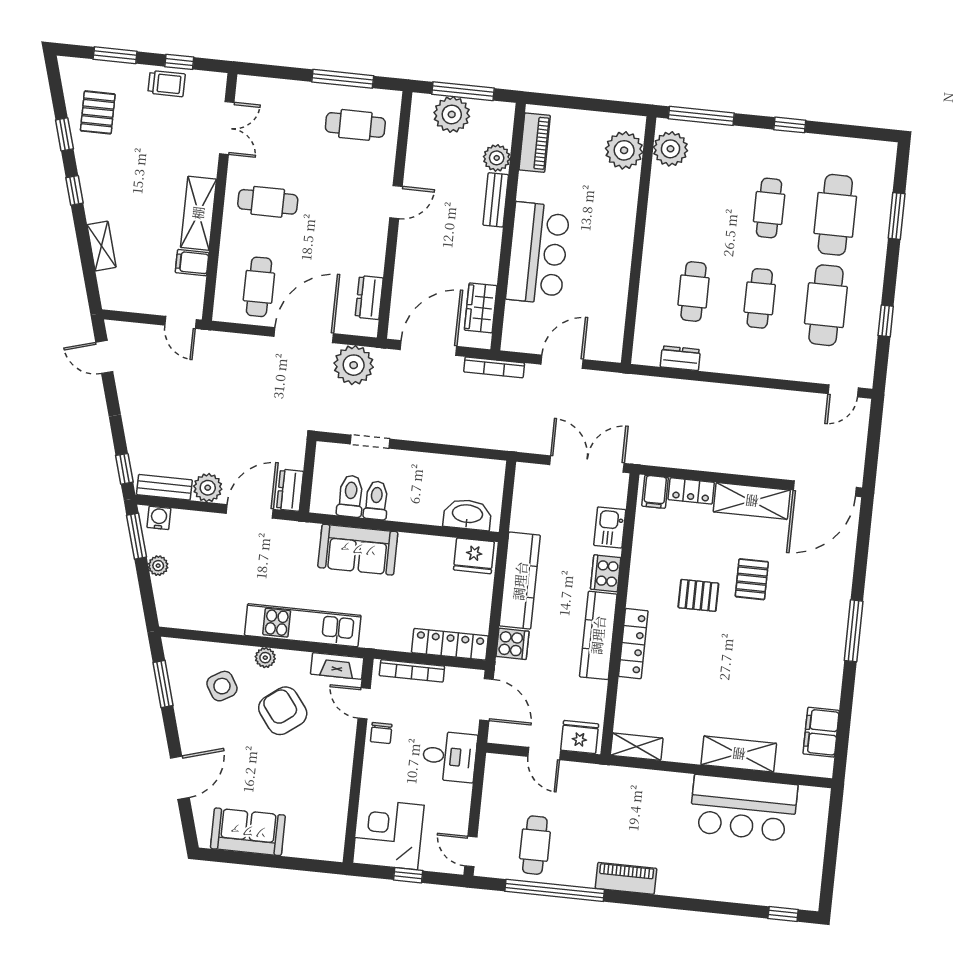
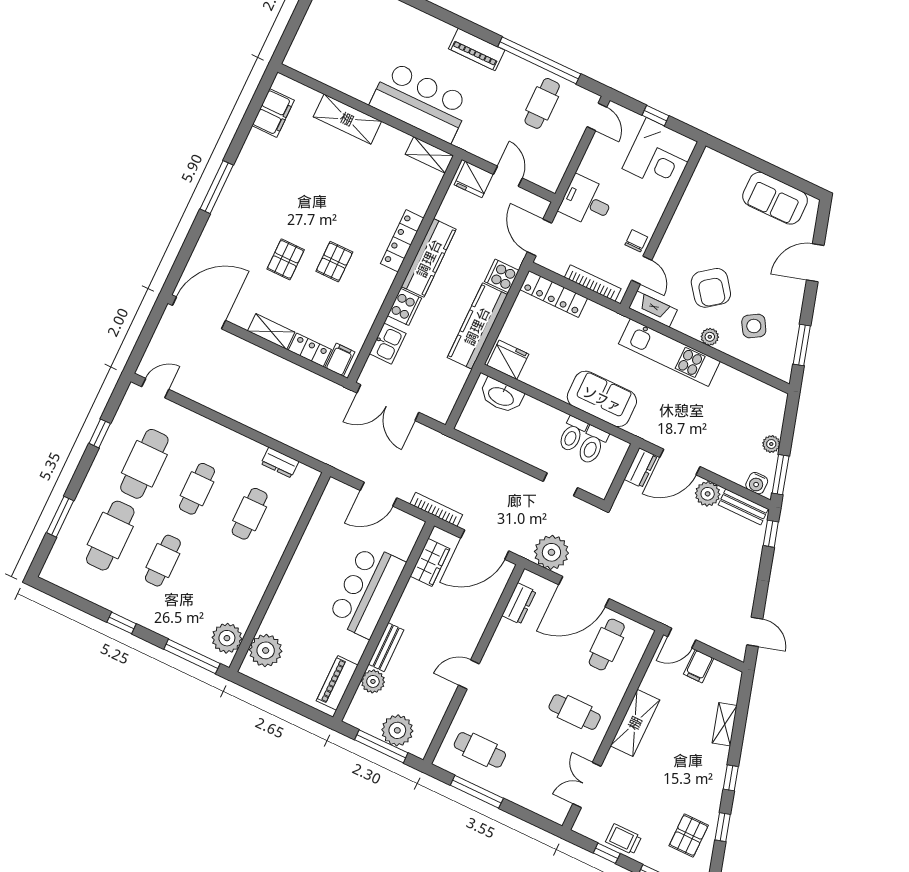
filing cabinet: (192, 263) -> (699, 666), moved, turned 90
door: (180, 322) -> (682, 638), swing flipped
shelving: (752, 501) -> (271, 332), width x0.67, depth x0.75
pallet: (698, 595) -> (334, 262), turned 90
bar counter: (743, 808) -> (420, 102), moved

